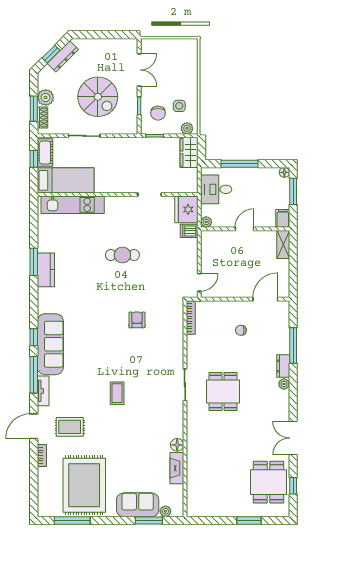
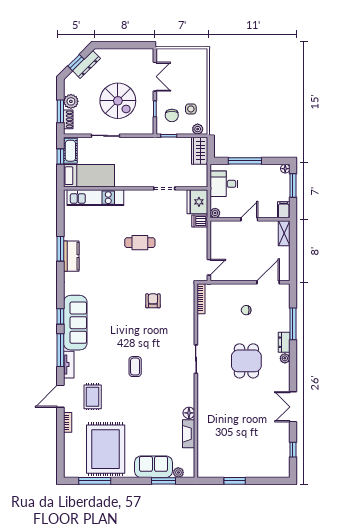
dining table: (223, 392) -> (246, 361), moved
rug: (70, 427) -> (93, 397), turned 90
dining table: (269, 482) -> (271, 446), removed
window: (249, 521) -> (235, 481), moved

